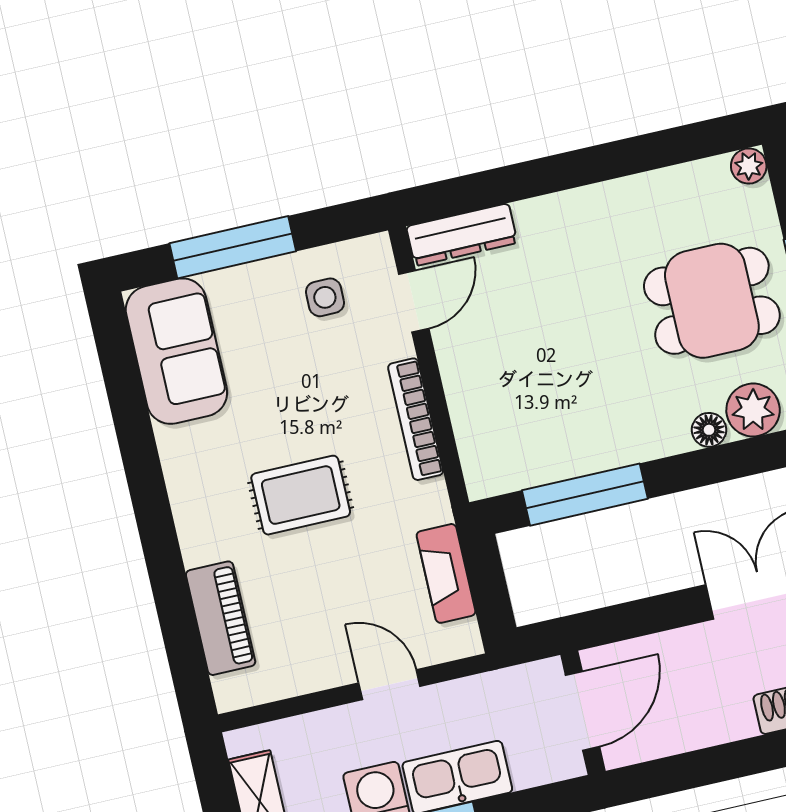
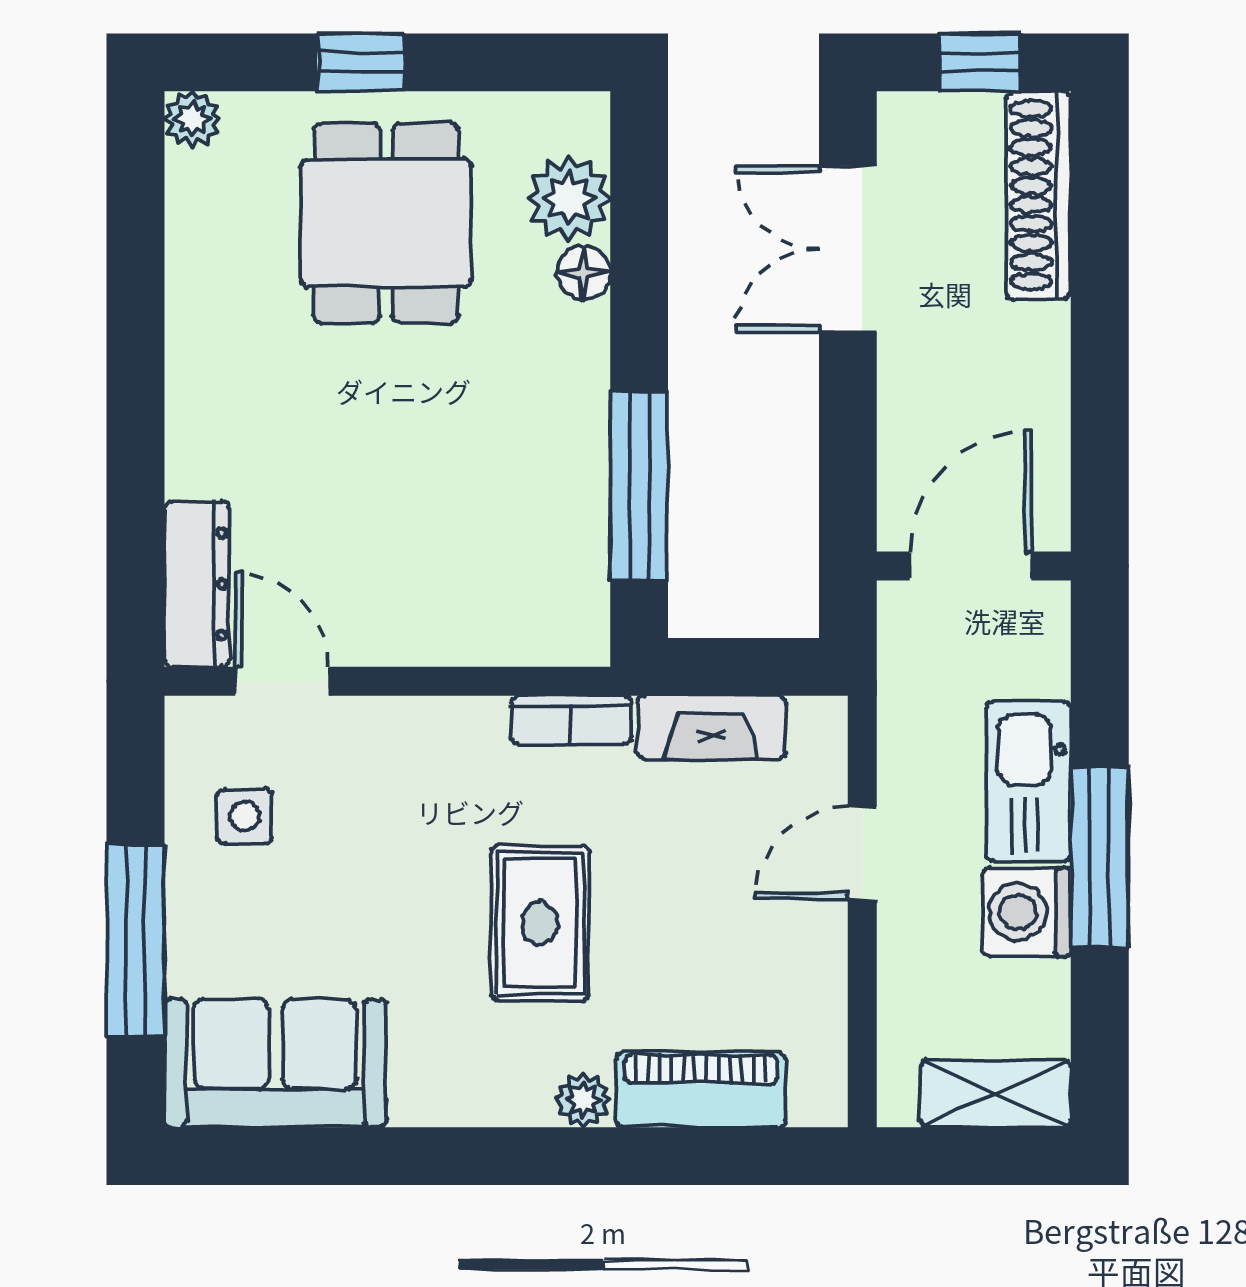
bookcase: (416, 419) -> (571, 720), moved, width x0.64
plant: (197, 547) -> (583, 1100), added
door: (582, 711) -> (971, 566), hinge flipped

